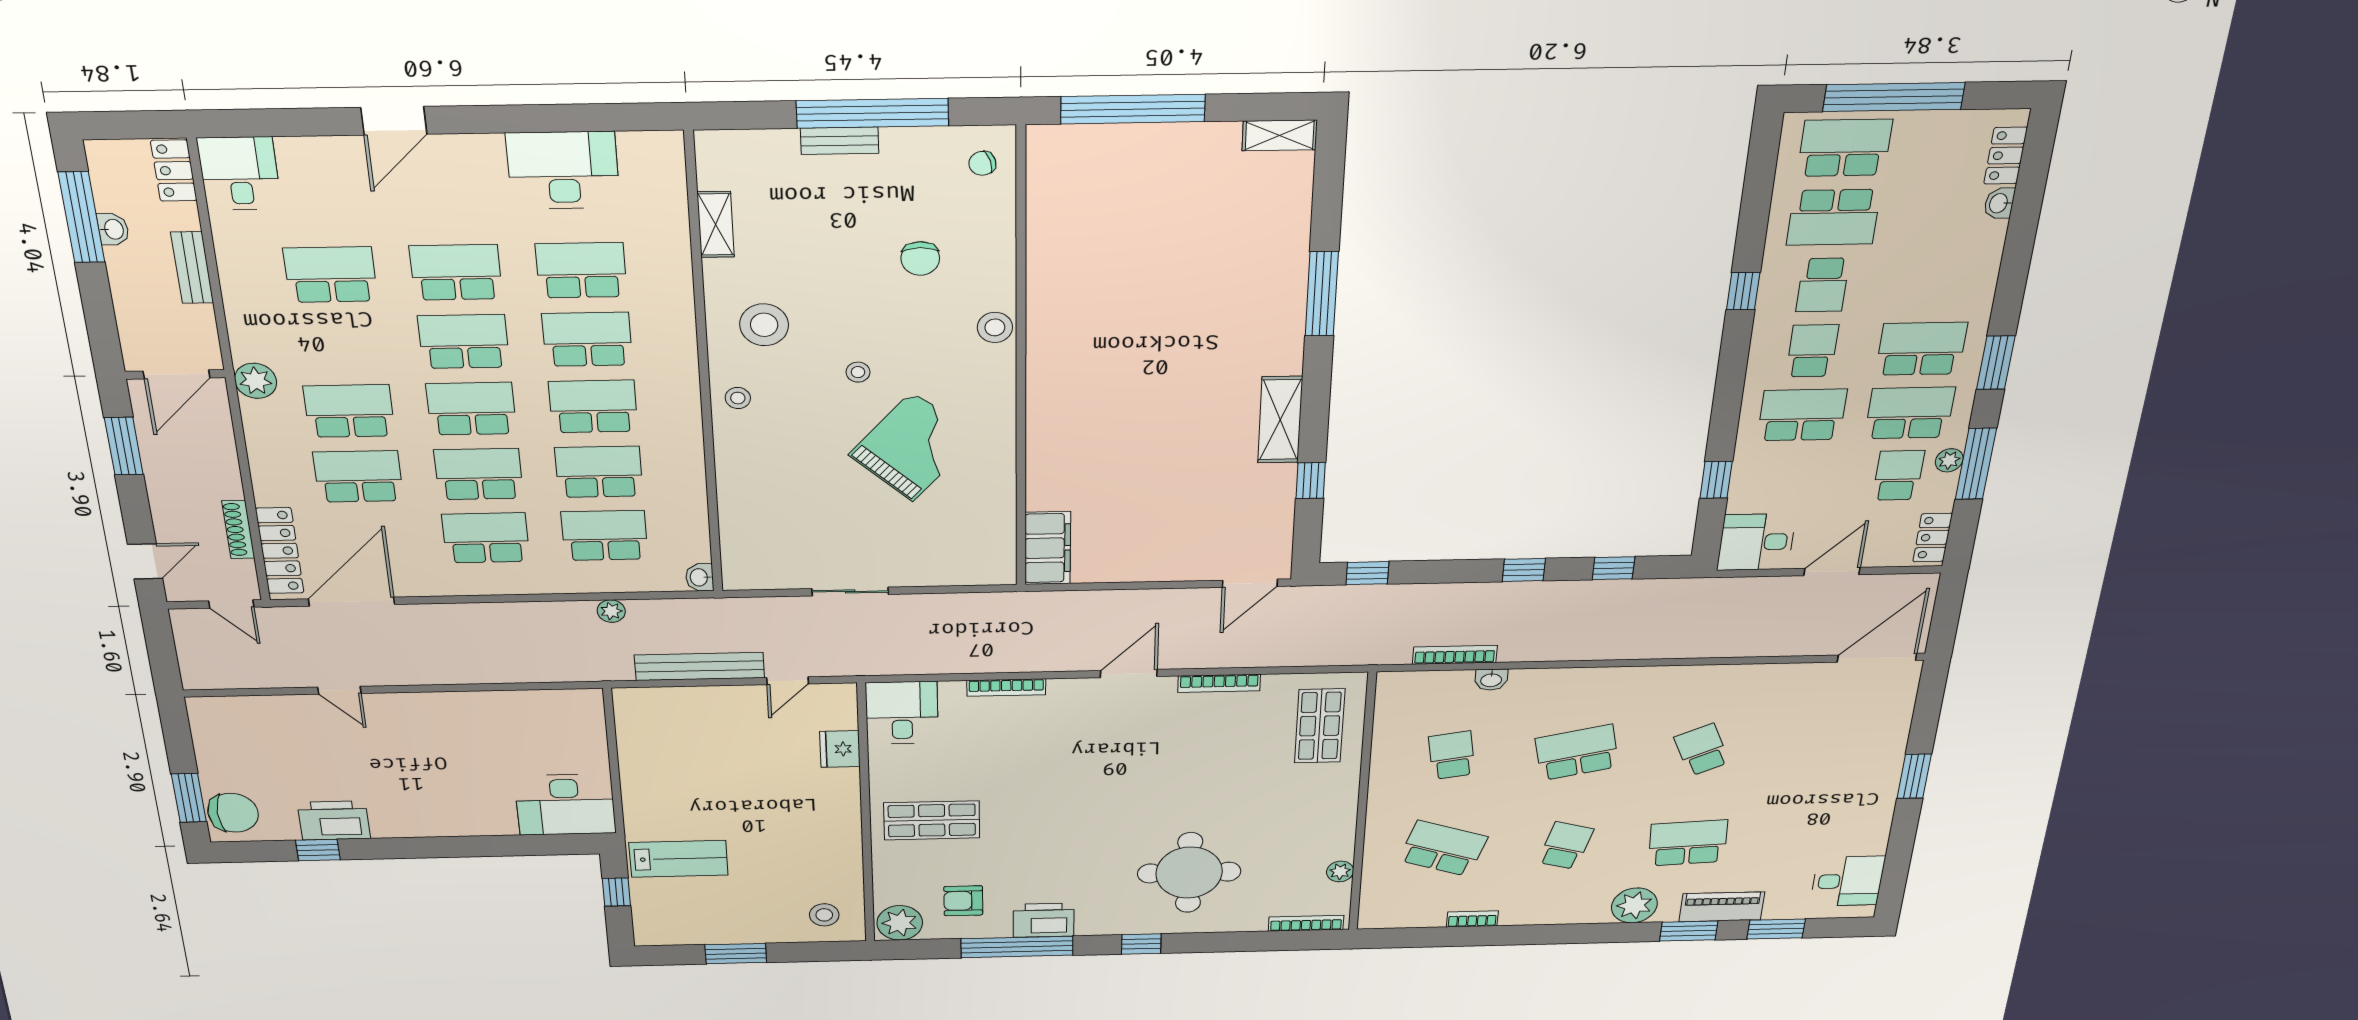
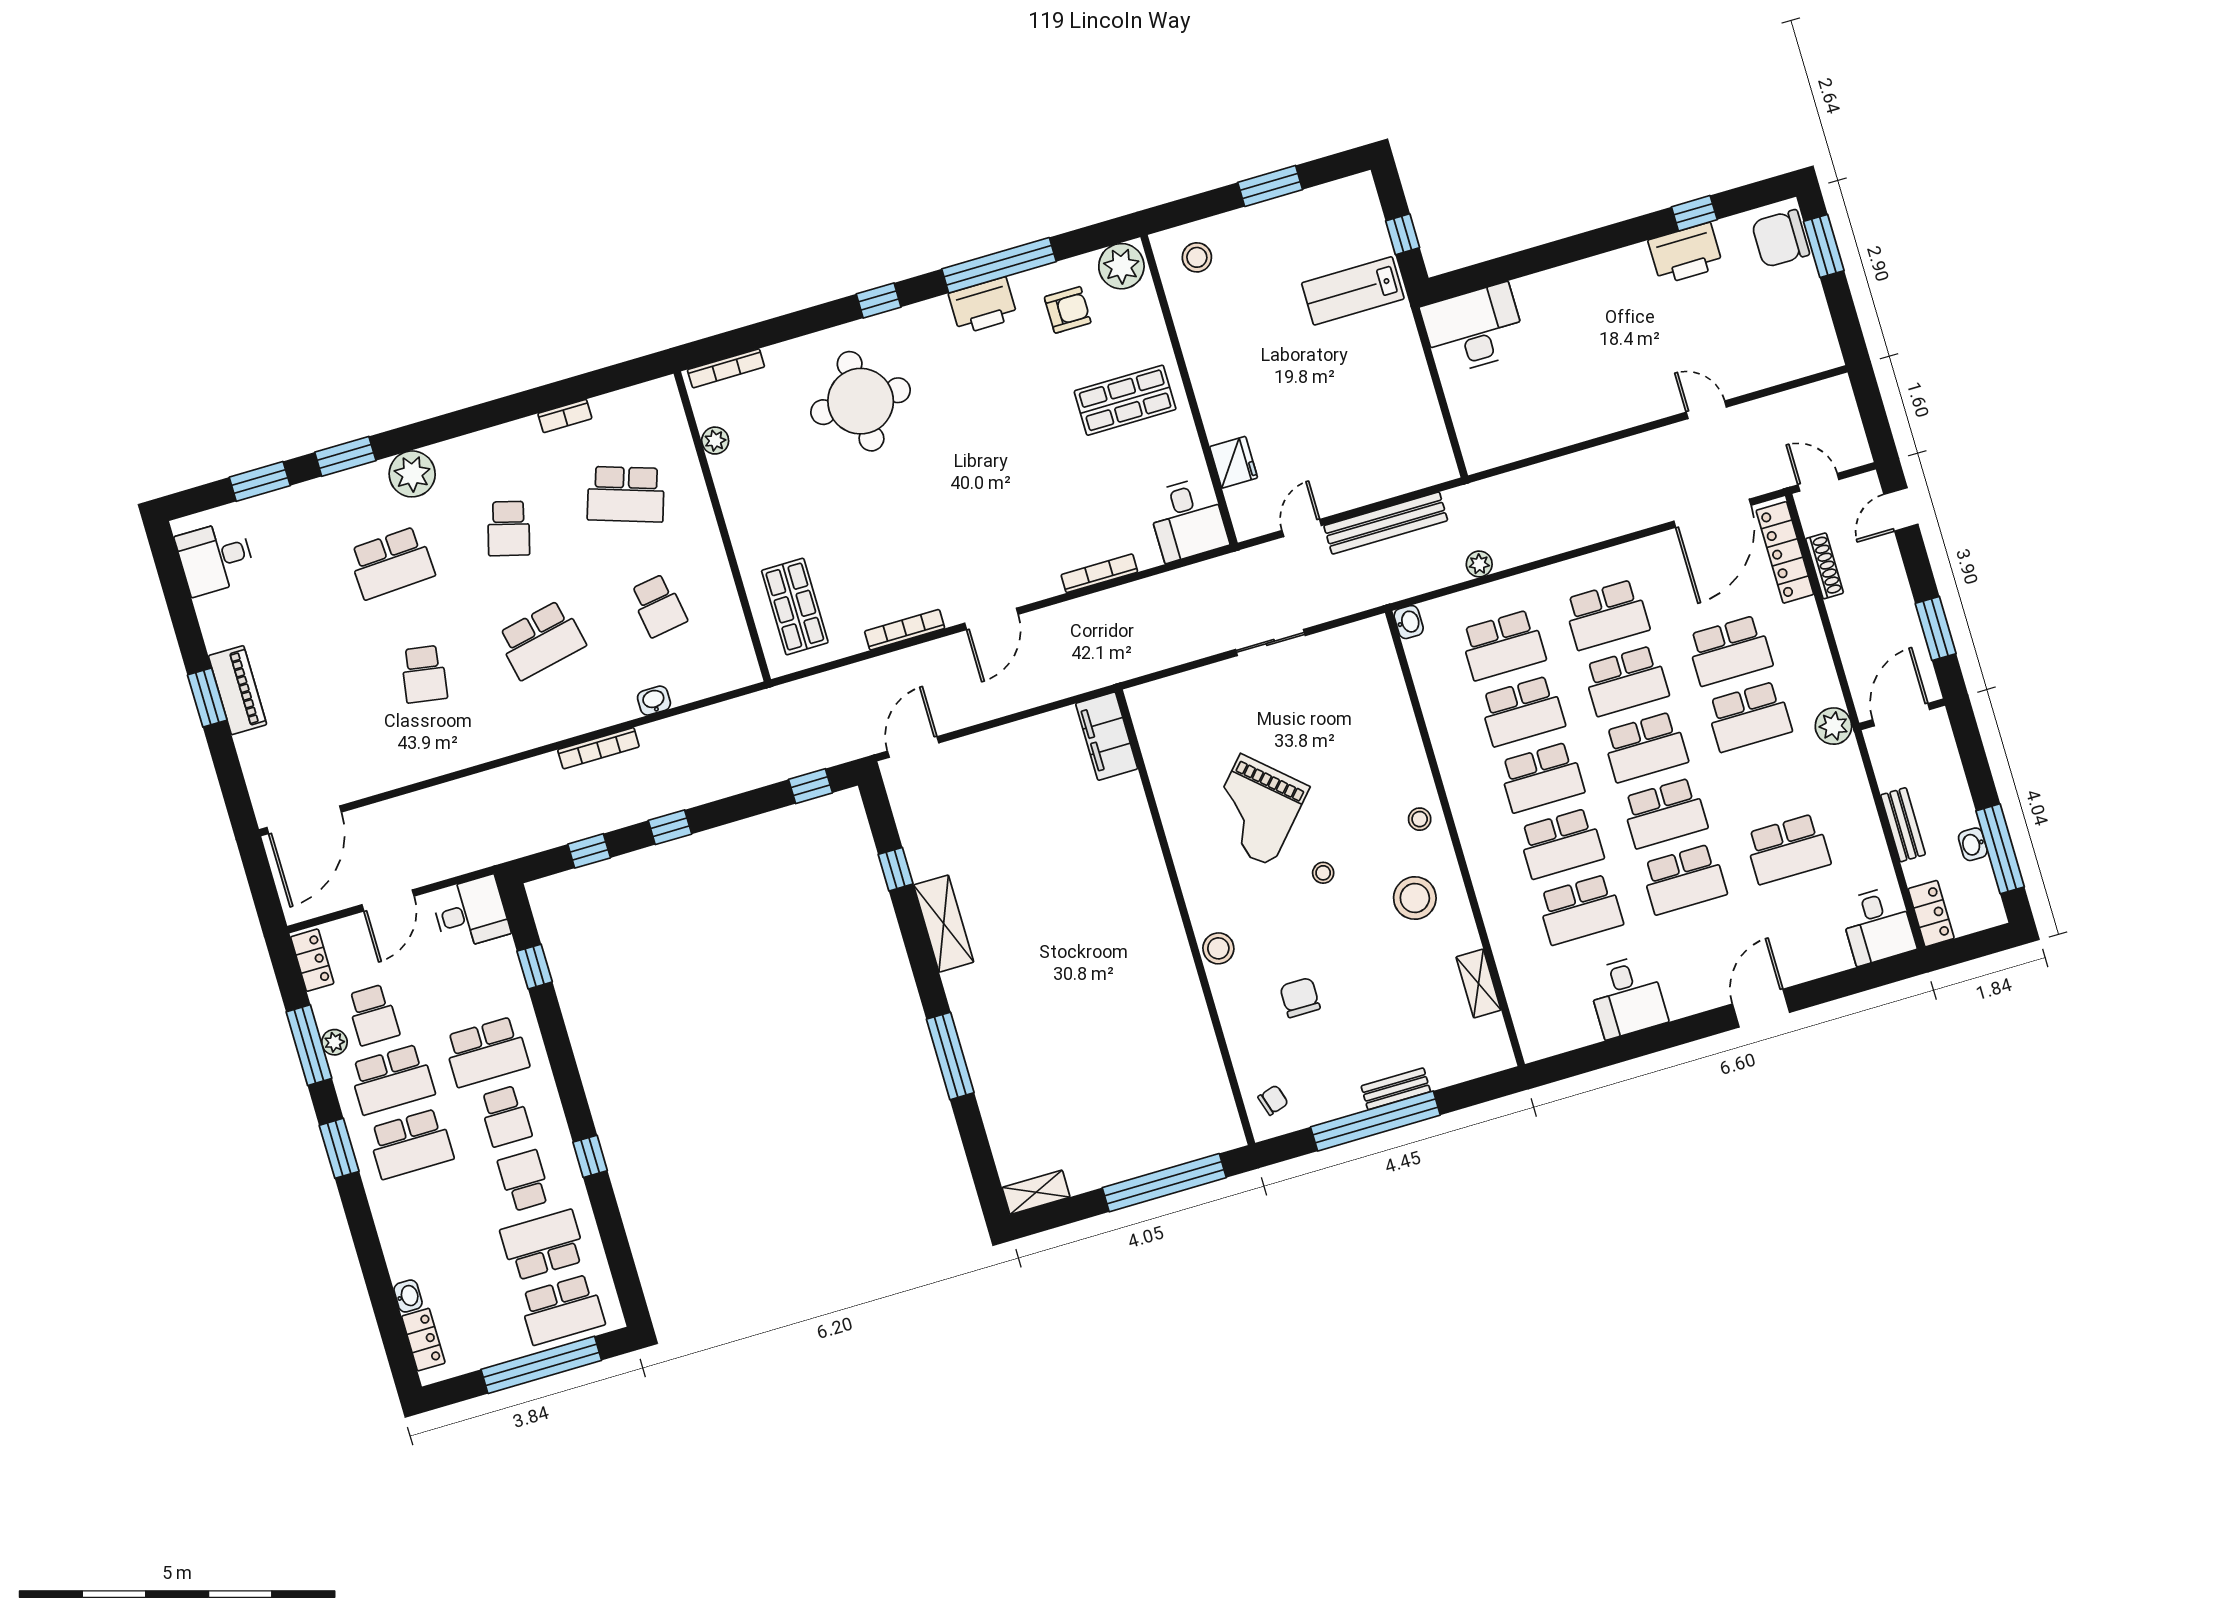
desk: (563, 170) -> (1627, 997), width x0.73
bookcase: (1455, 655) -> (598, 748), moved
school desk: (1702, 750) -> (424, 674), turned 33
piano: (1722, 907) -> (238, 690), moved, turned -90

